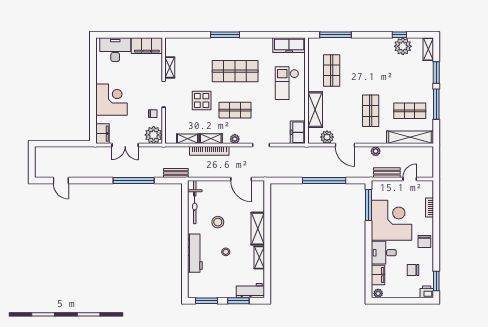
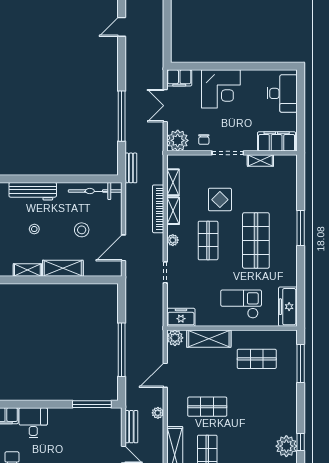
filing cabinet: (147, 46) -> (277, 141), moved, turned 90
plant: (327, 137) -> (175, 338), moved
corner desk: (392, 220) -> (73, 432), removed
stool: (218, 222) -> (82, 230), moved

